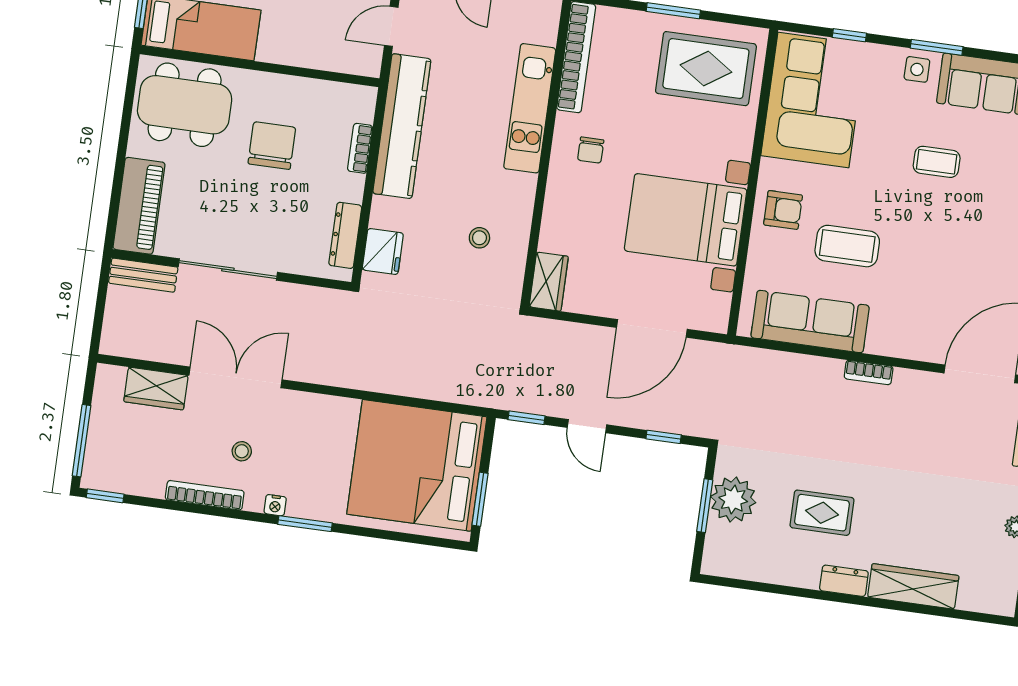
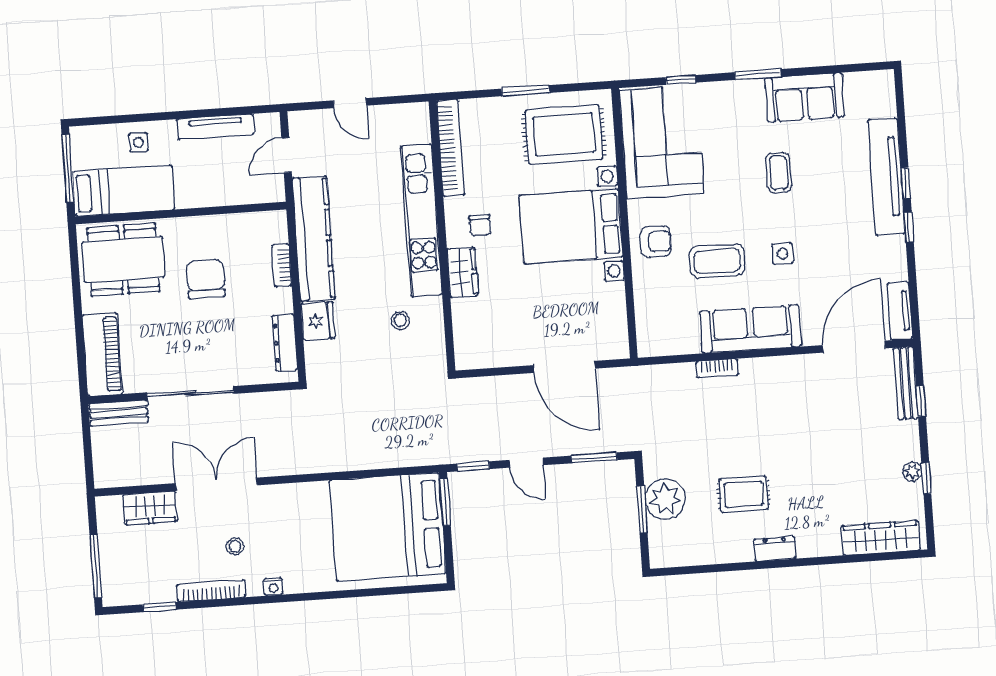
side table: (917, 69) -> (783, 254), moved
kitchen unit: (530, 108) -> (421, 220), width x1.36
coffee table: (937, 162) -> (779, 173), turned 90
bed with nightstands: (686, 220) -> (571, 226), moved
fridge: (383, 251) -> (318, 321), moved
wardrobe: (549, 282) -> (462, 272), moved
sofa: (810, 322) -> (750, 329), moved
door: (652, 328) -> (564, 367), hinge flipped
bookcase: (869, 372) -> (717, 368), moved
window: (664, 437) -> (594, 458), width x1.50
window: (105, 496) -> (159, 607), moved
window: (480, 499) -> (445, 502), moved
window: (305, 524) -> (302, 597), removed
wardrobe: (913, 586) -> (881, 538), moved

